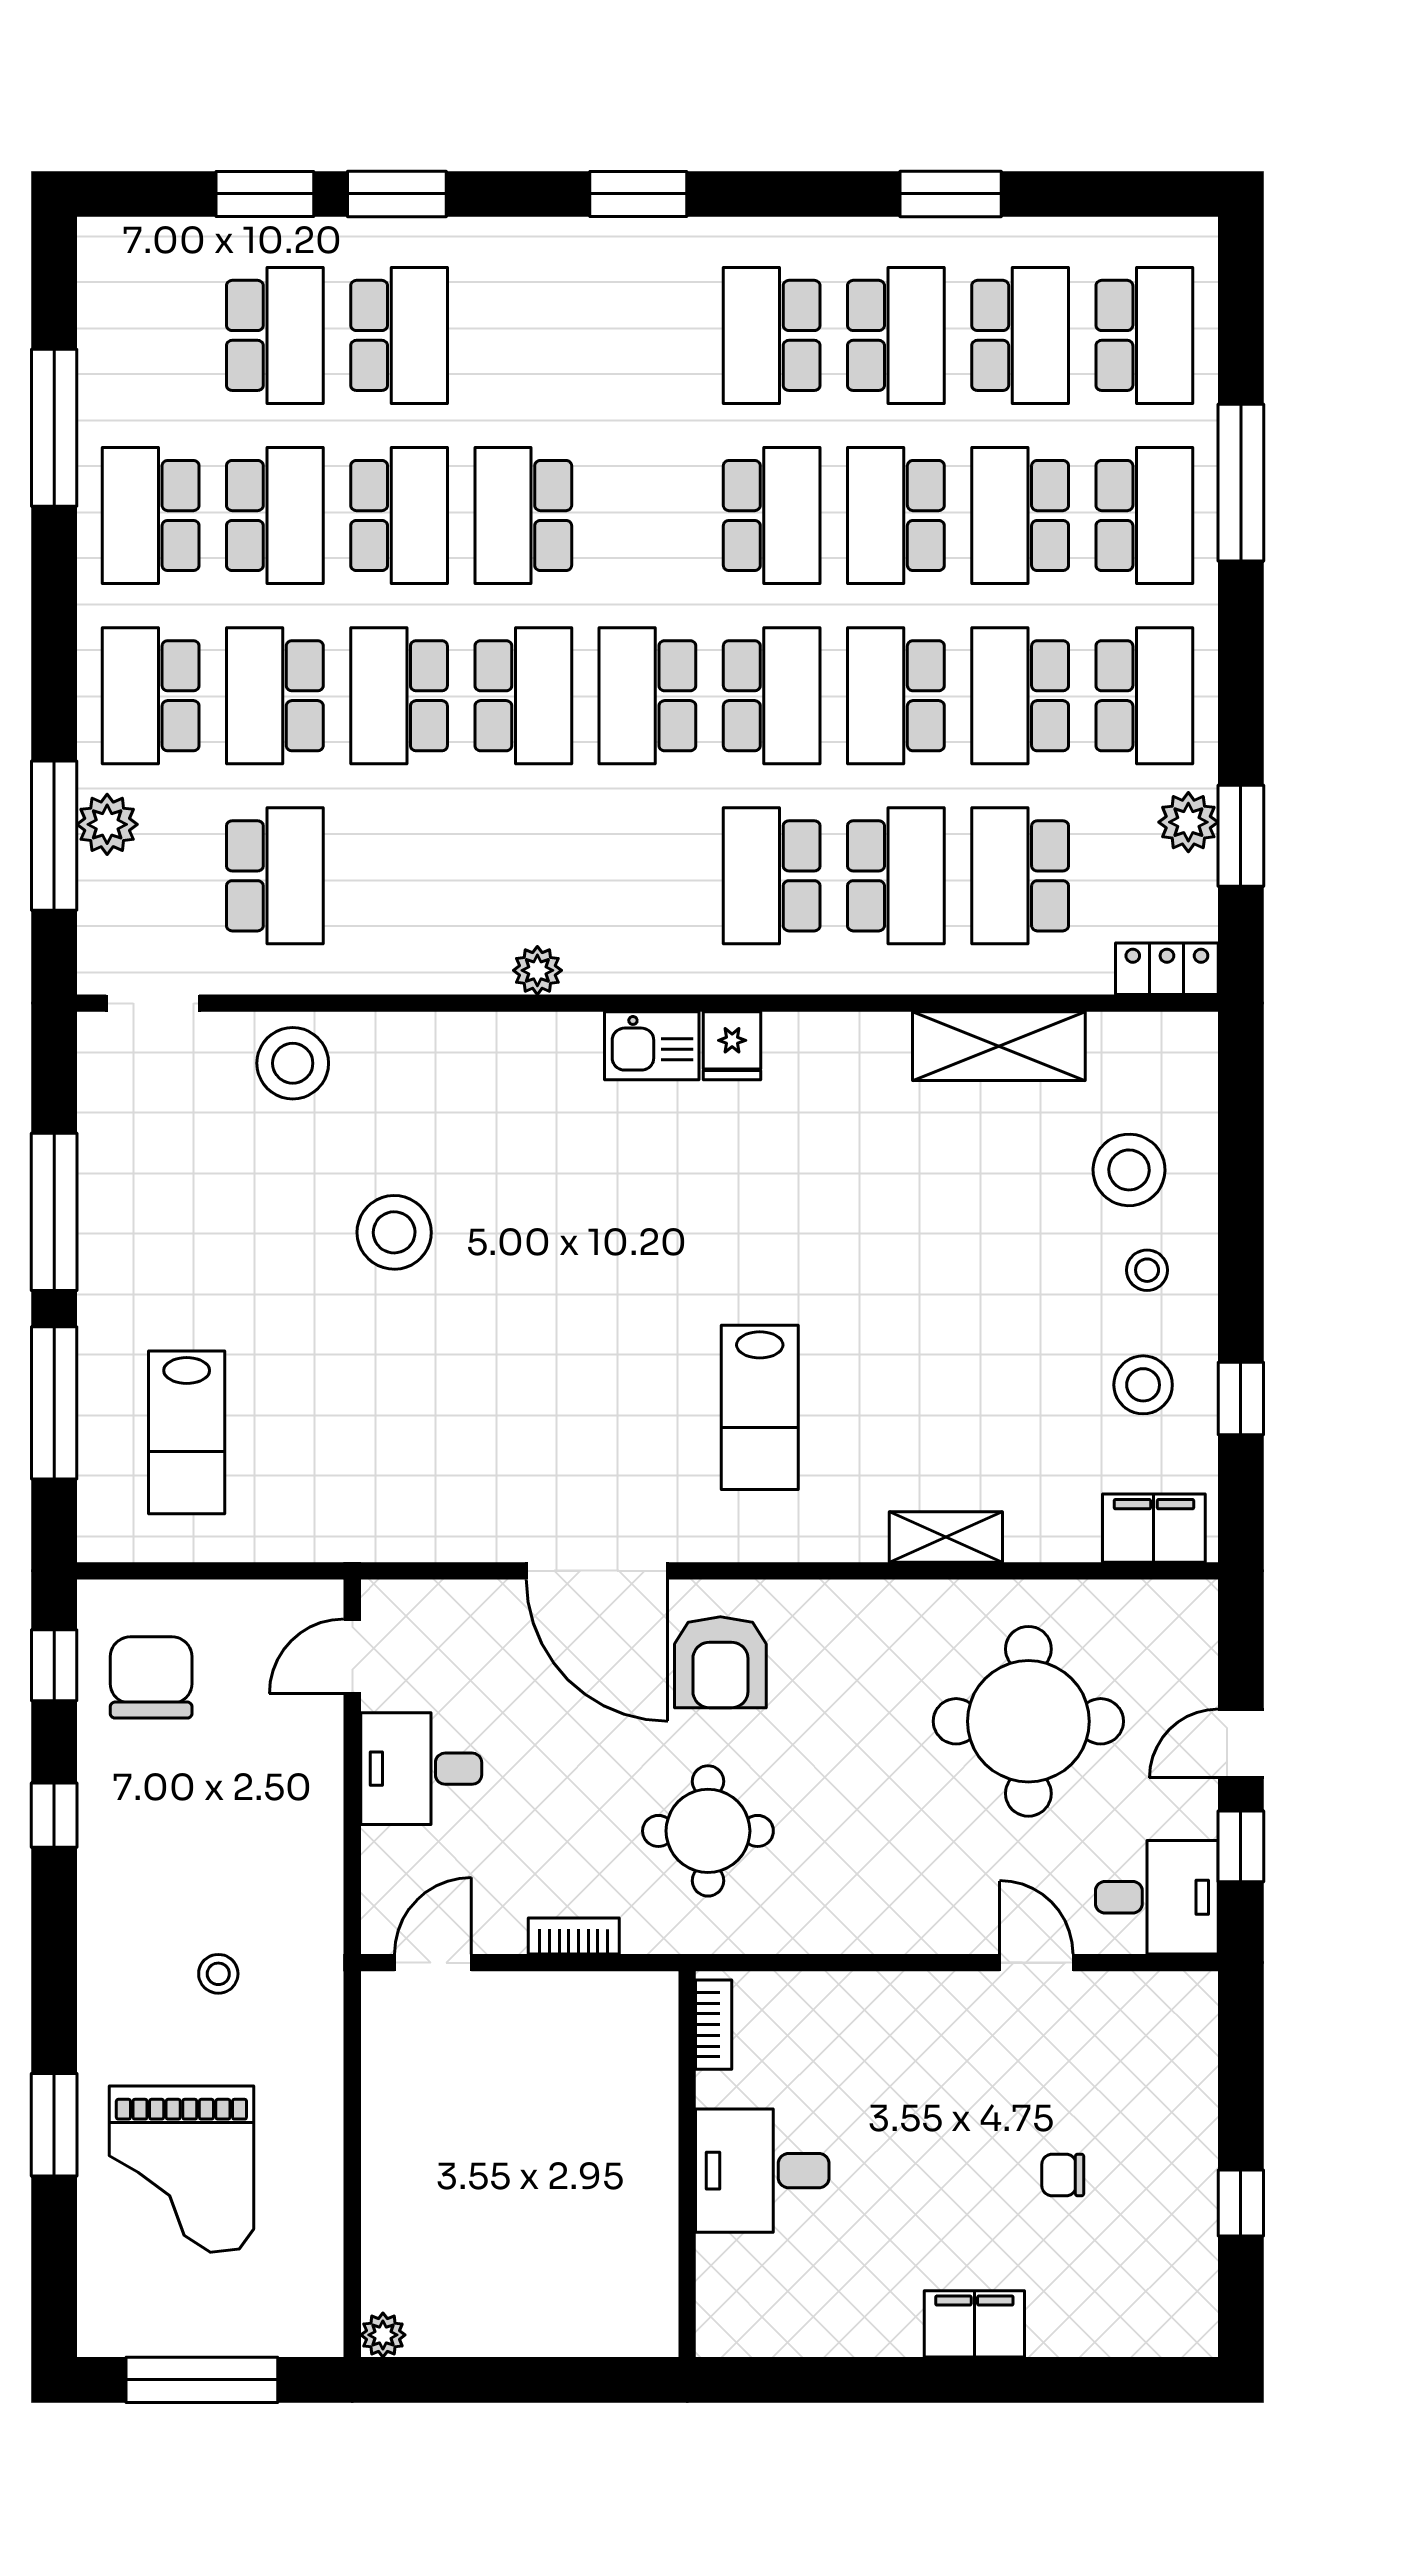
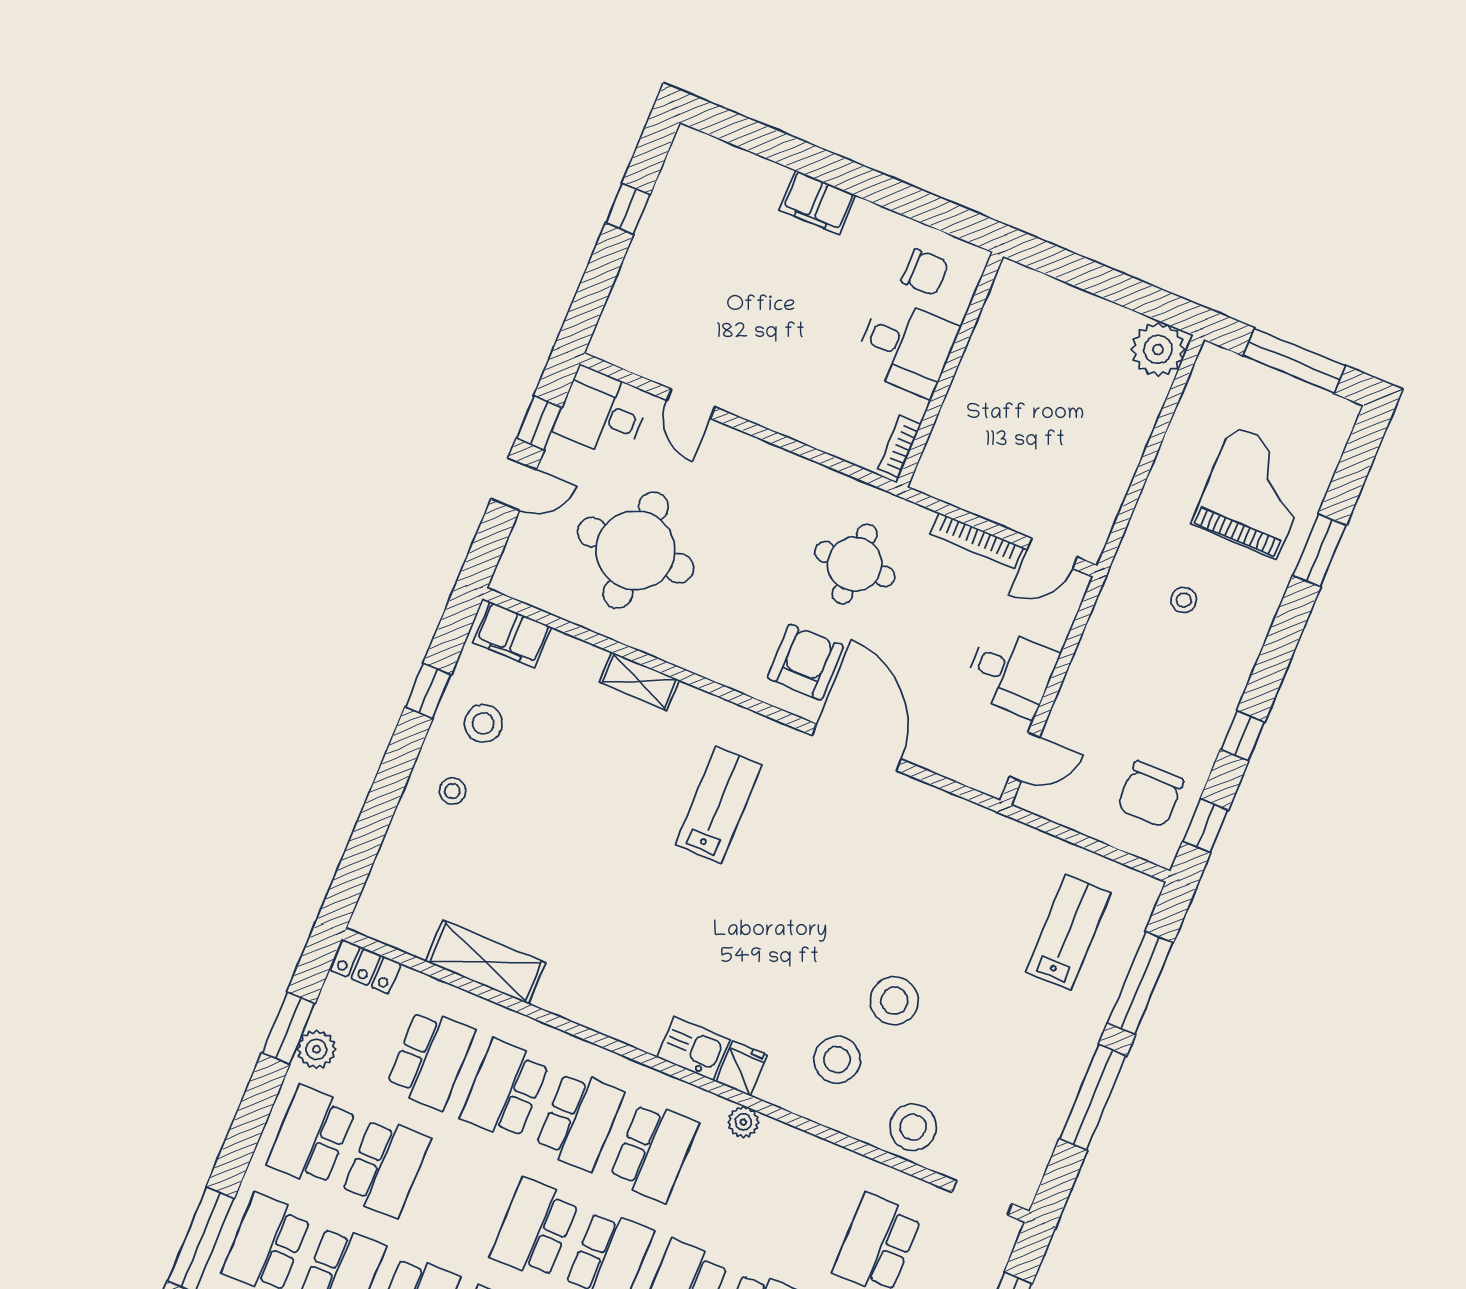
school desk: (896, 696) -> (654, 1151), moved
fridge: (732, 1046) -> (742, 1068), moved
stool: (1129, 1170) -> (837, 1060), moved
bookcase: (574, 1936) -> (977, 541), width x1.56
chair: (1063, 2175) -> (925, 272), moved, width x1.37, depth x1.37
plant: (383, 2335) -> (1158, 349), width x1.88, depth x1.88

